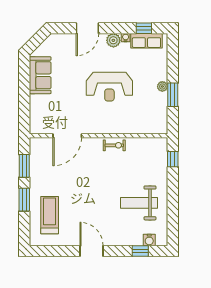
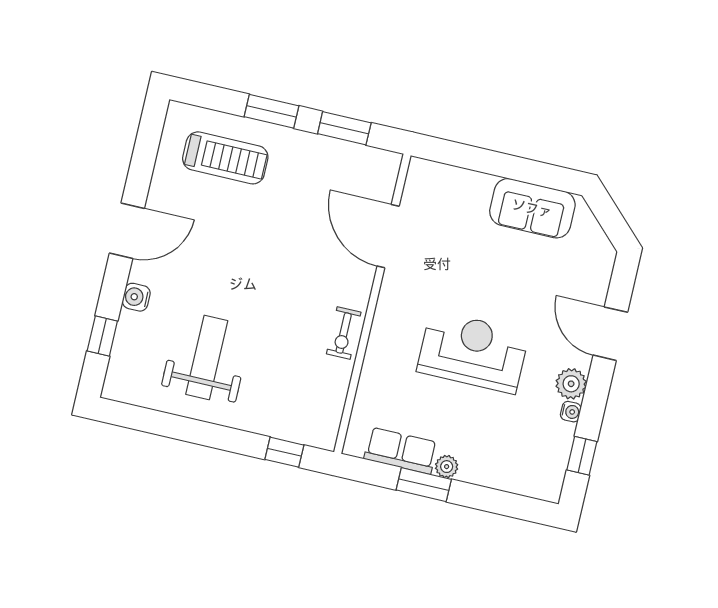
row of seats: (146, 41) -> (401, 451), moved, turned 90
reception desk: (109, 87) -> (473, 352), turned 90
water cooler: (149, 240) -> (136, 297), moved

